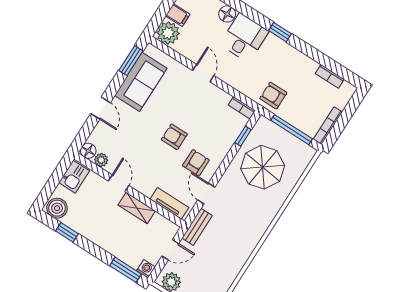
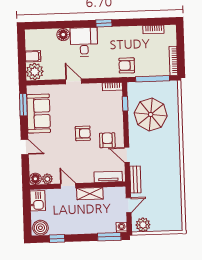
armchair: (174, 137) -> (83, 133), turned 180

